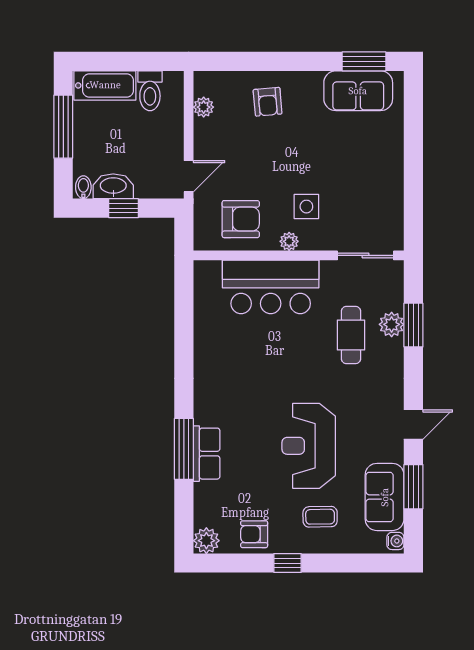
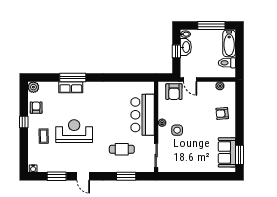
armchair: (241, 219) -> (174, 92), moved
plant: (392, 324) -> (126, 167), removed
sofa: (385, 497) -> (52, 164), removed

